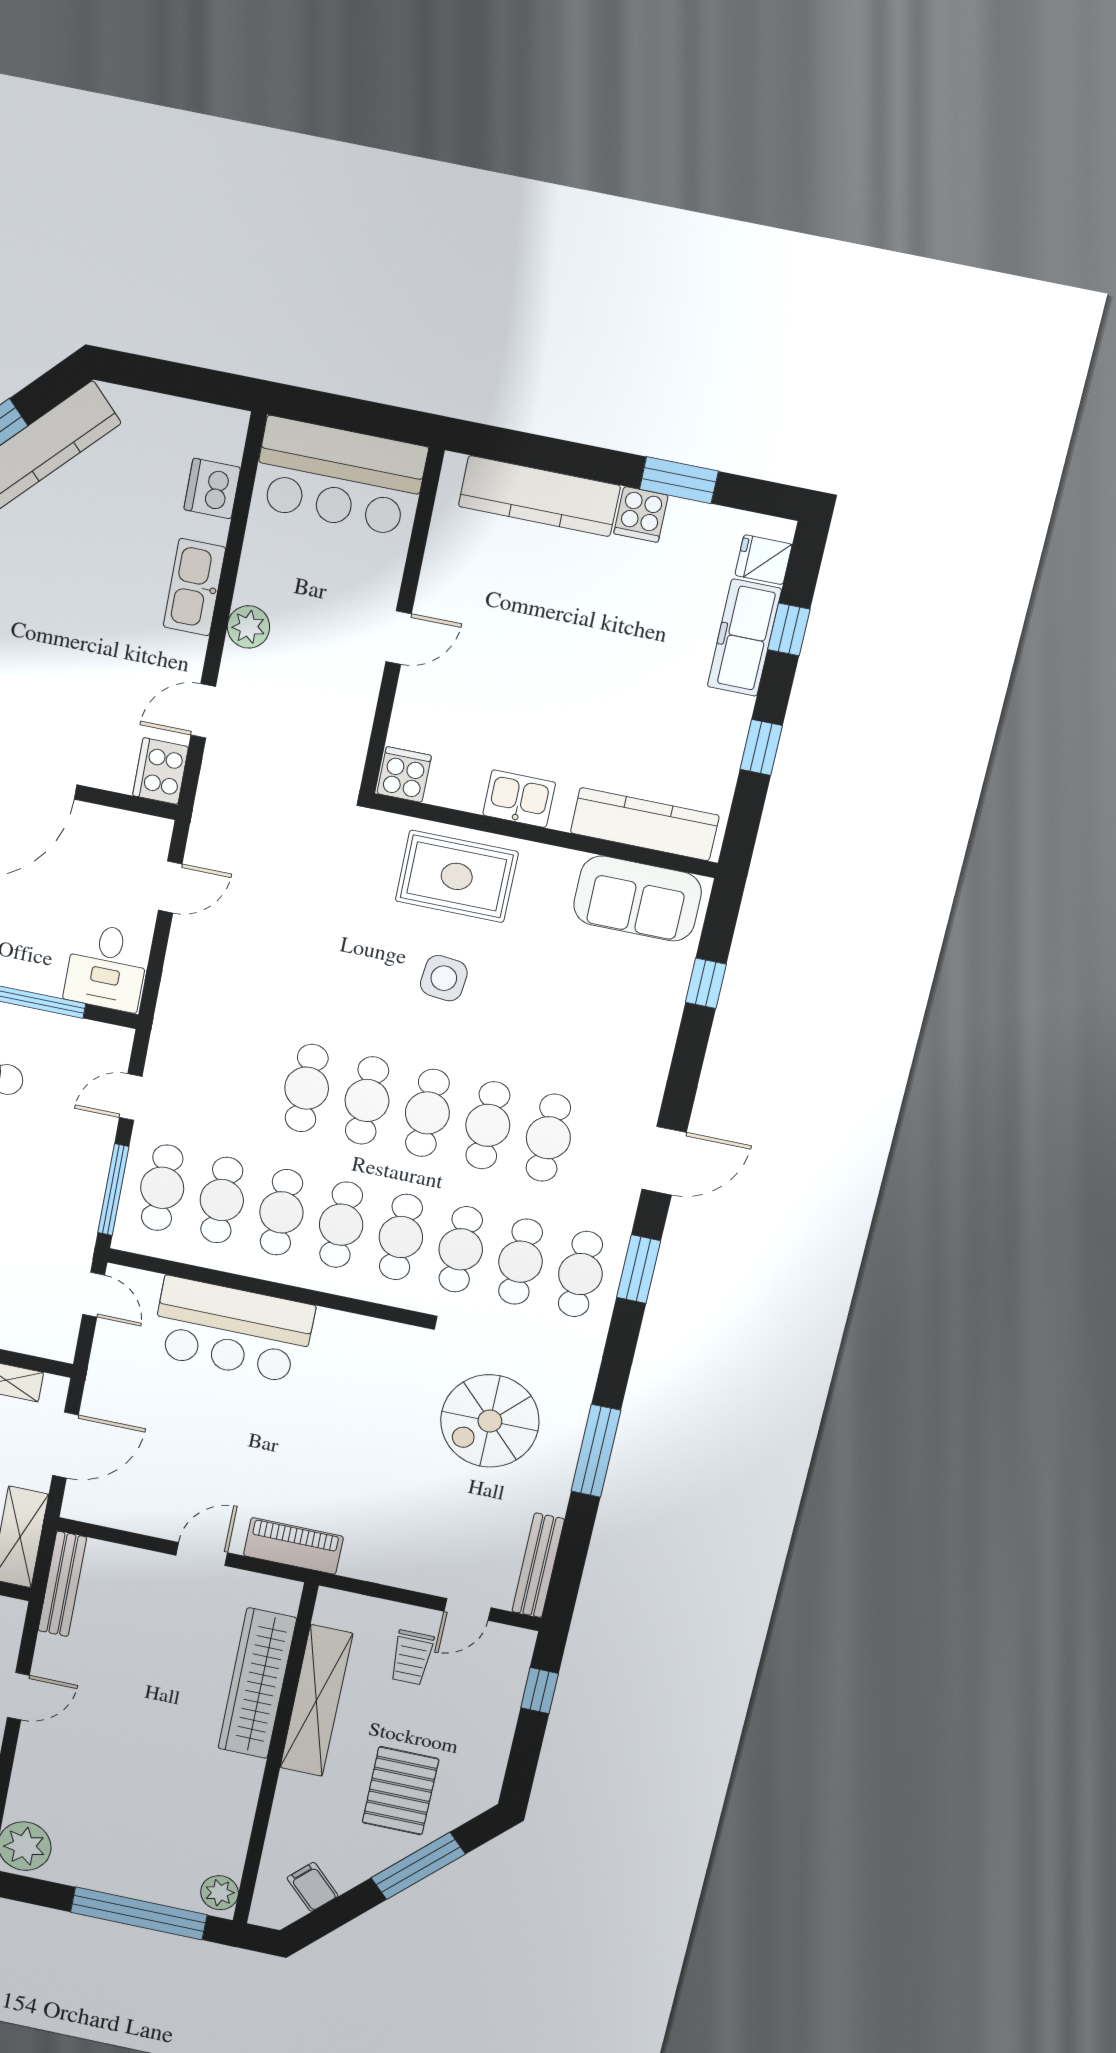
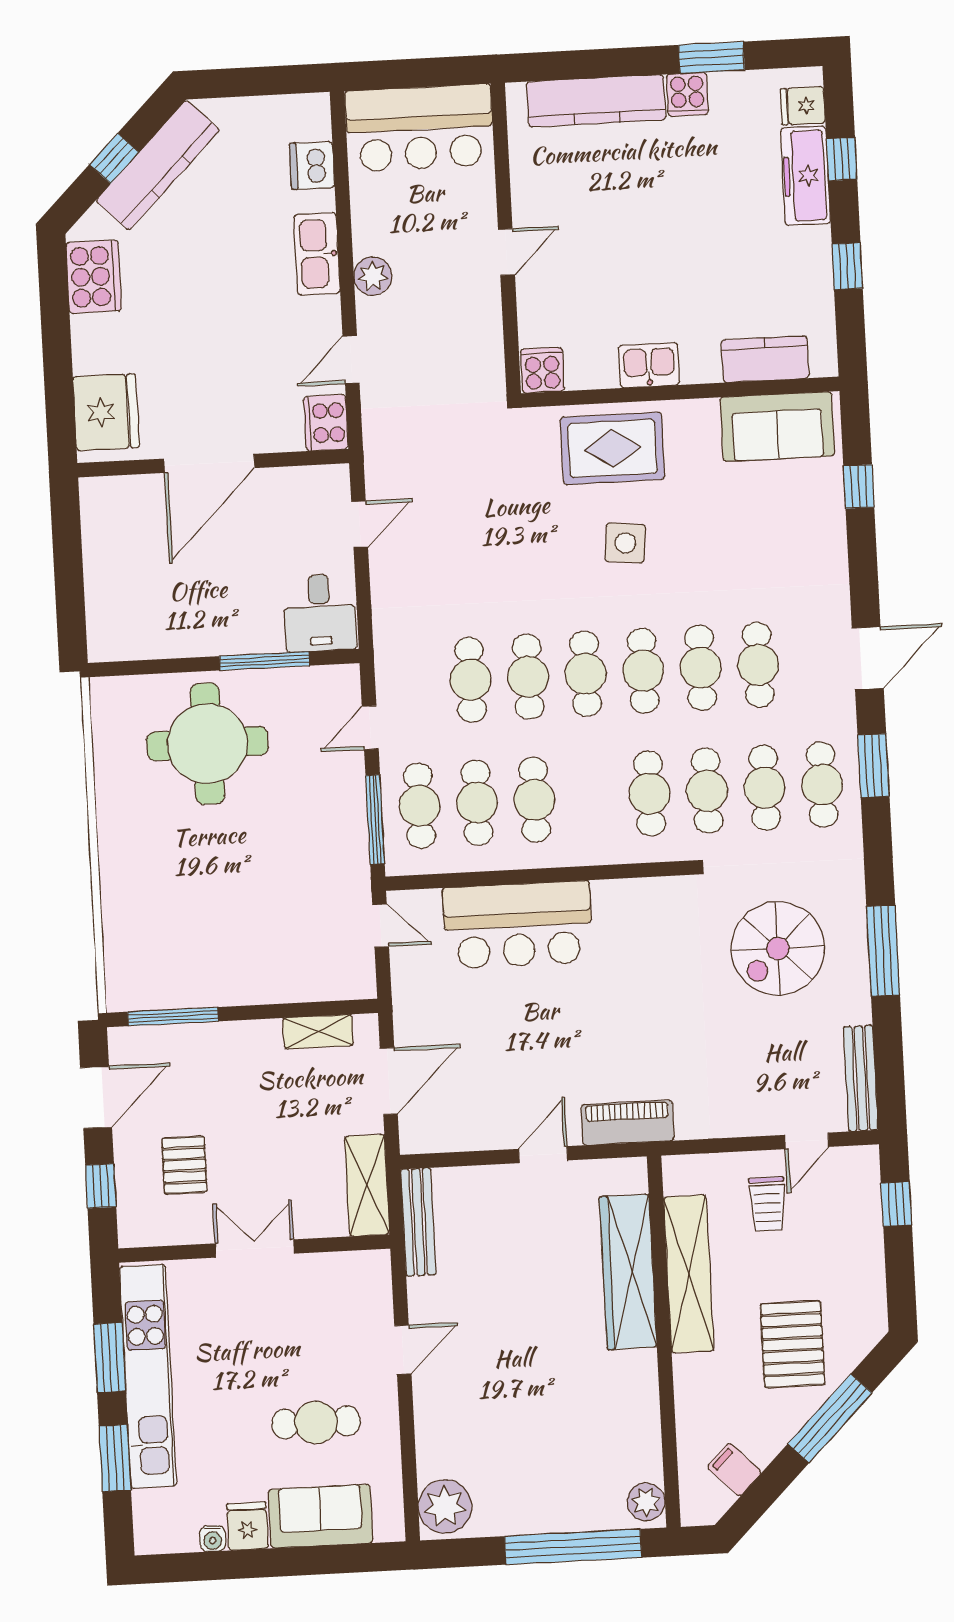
kitchen counter: (645, 824) -> (765, 359), width x0.67
cafe table: (341, 1225) -> (471, 680), moved

